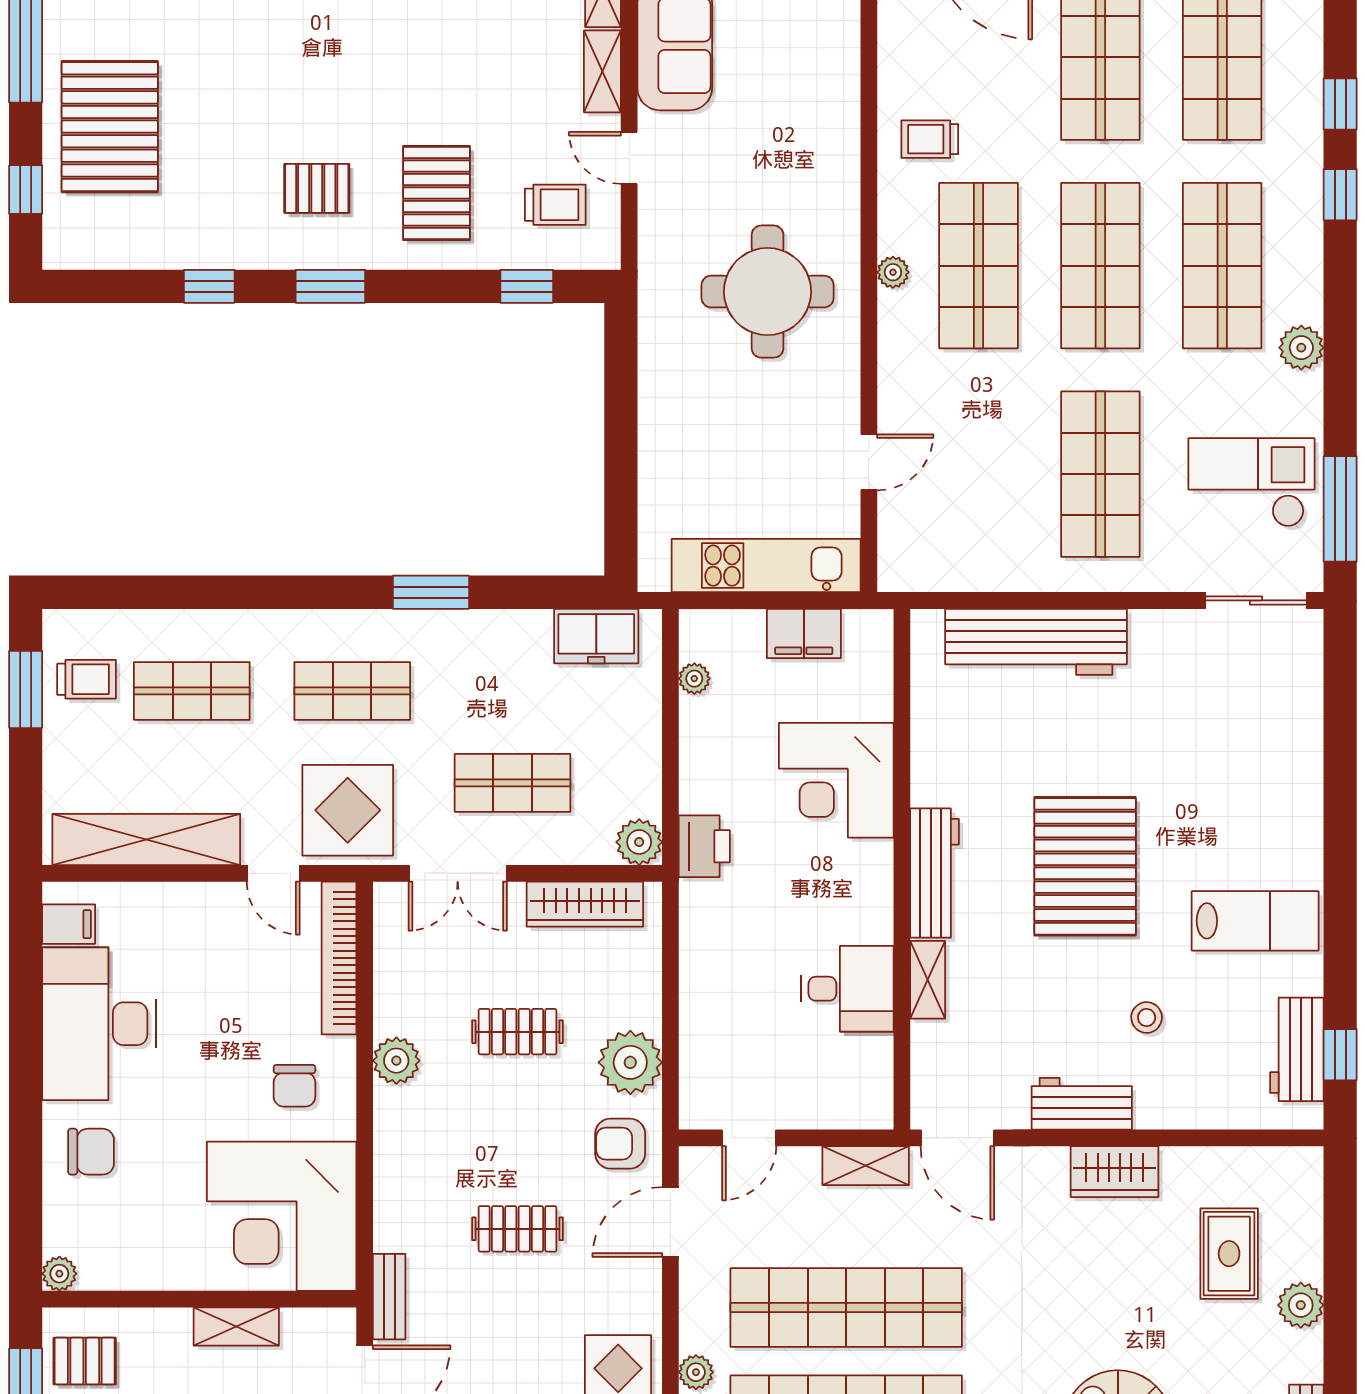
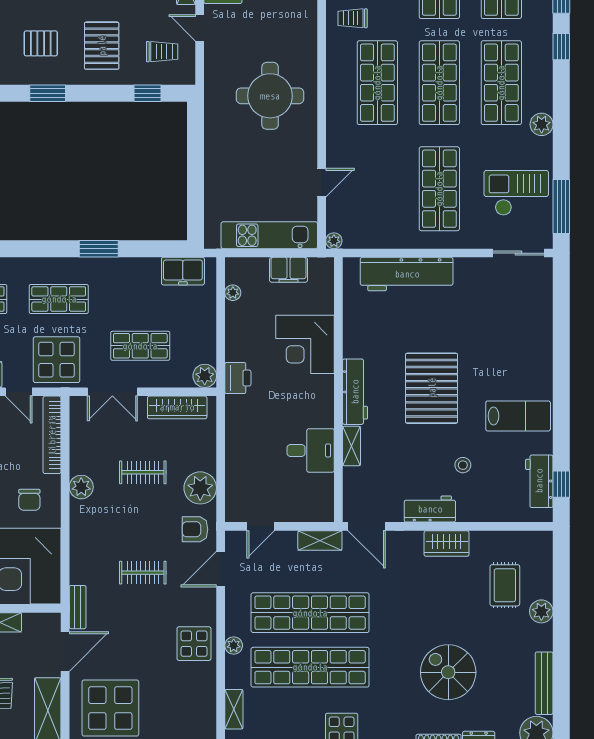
plant: (893, 272) -> (334, 241), moved

